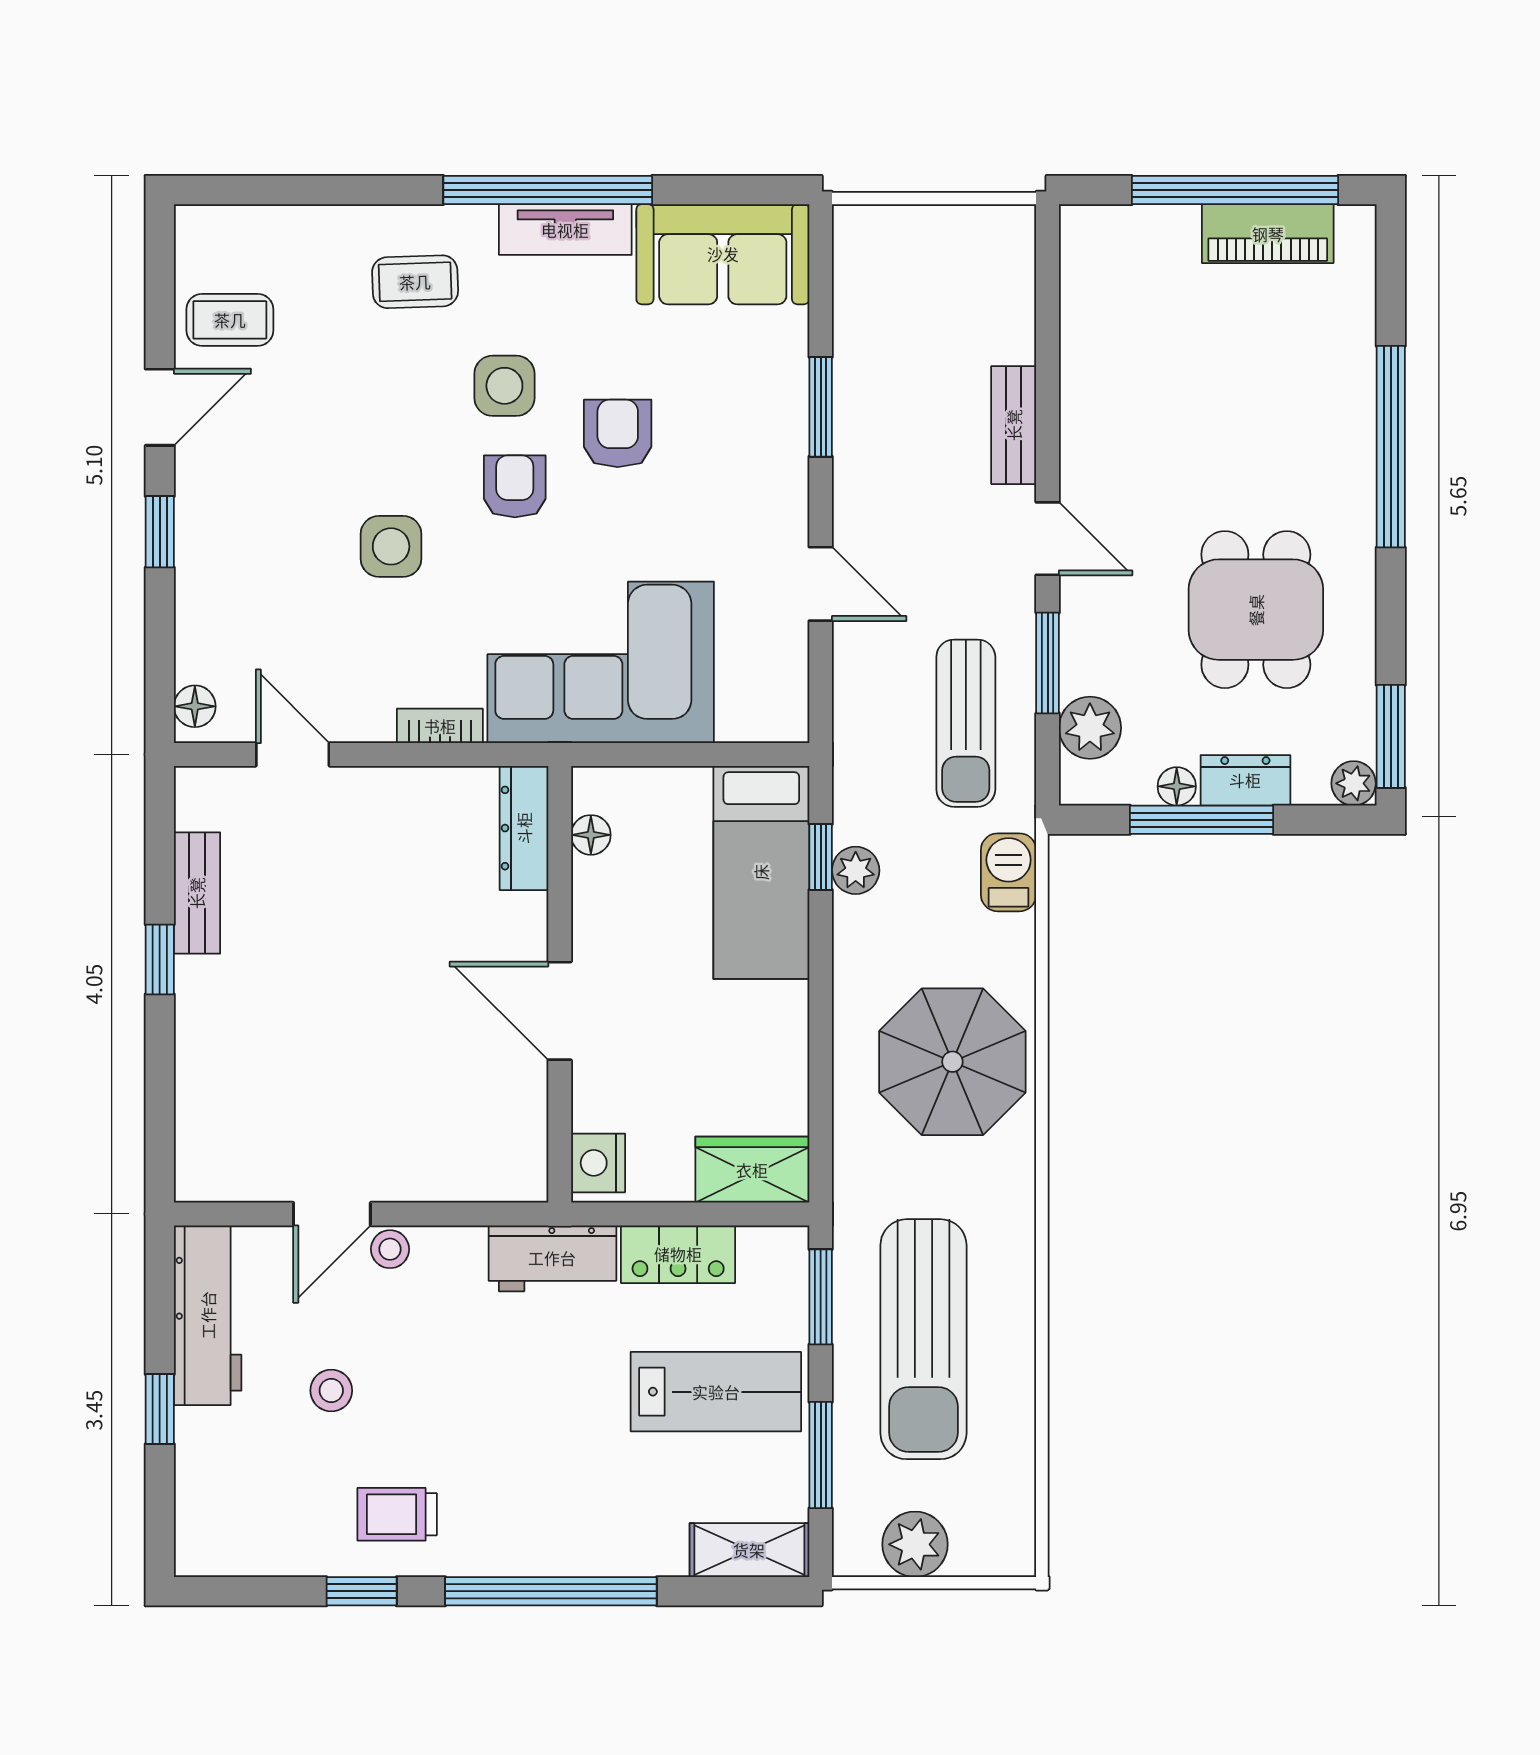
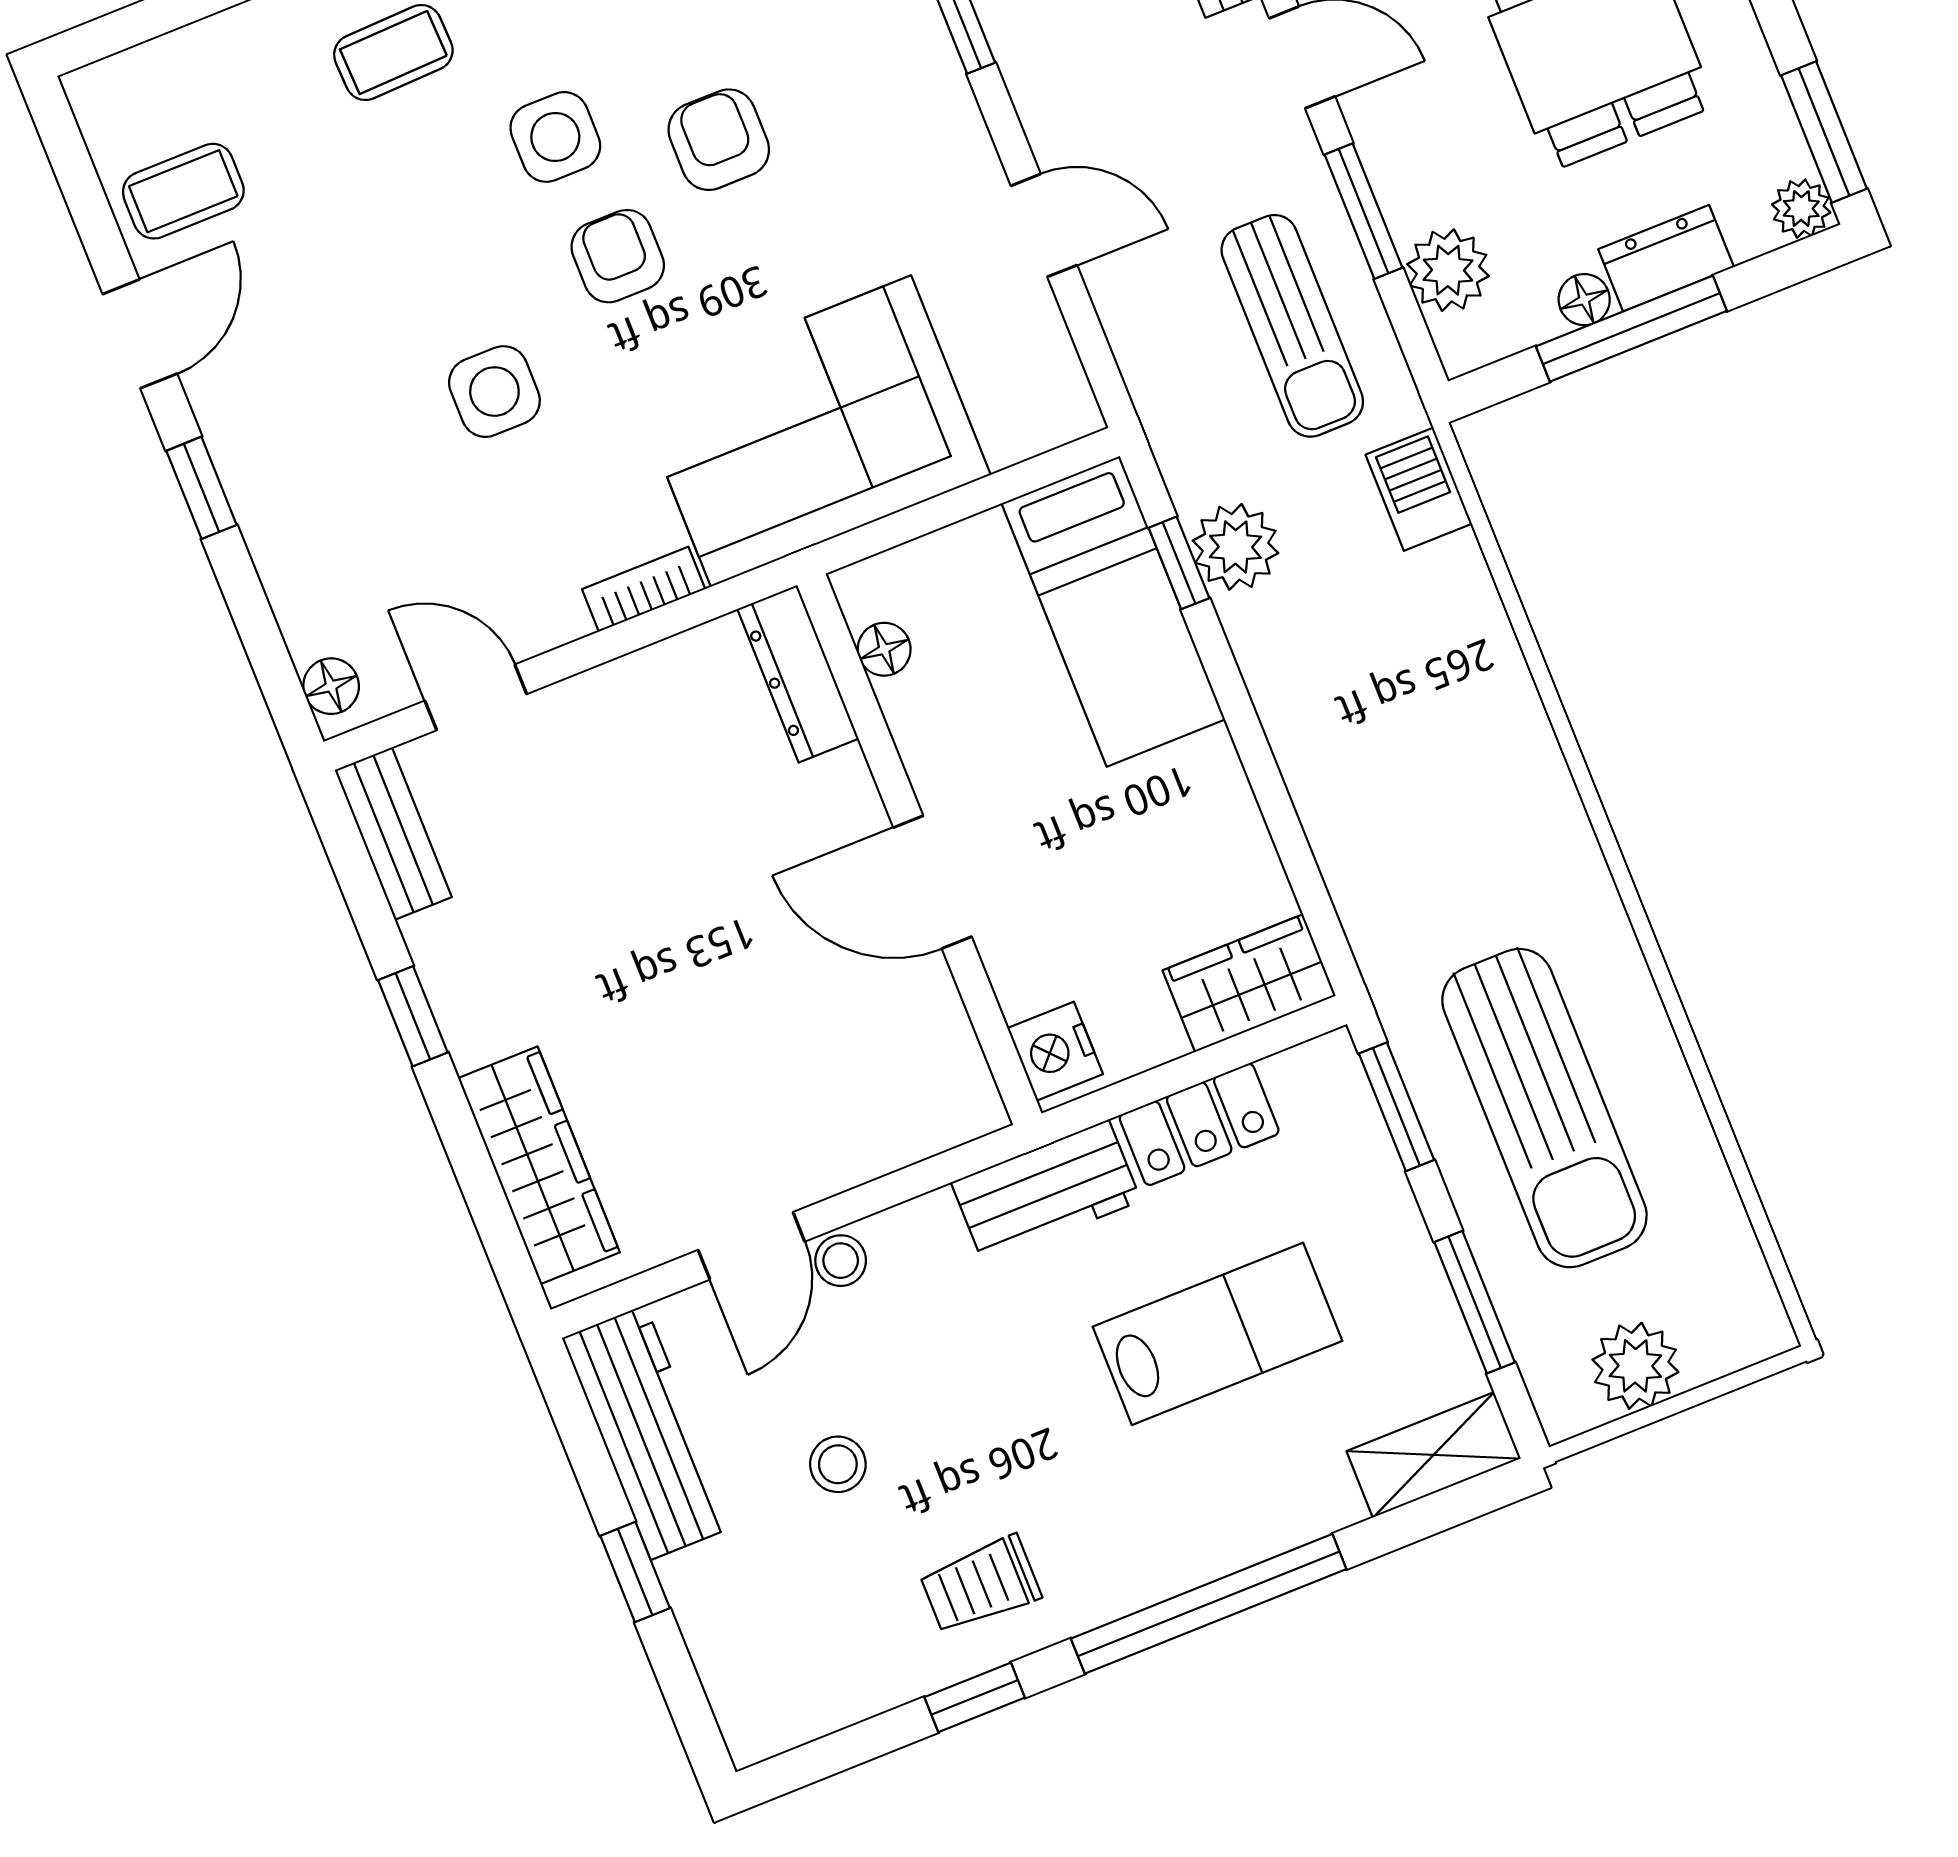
plant: (856, 870) -> (1235, 547), width x1.38, depth x1.38
bench: (197, 893) -> (393, 834), moved
parasol: (952, 1062) -> (1443, 751), removed
wardrobe: (206, 1098) -> (539, 1165), added
lab bench: (716, 1392) -> (1217, 1334), moved

